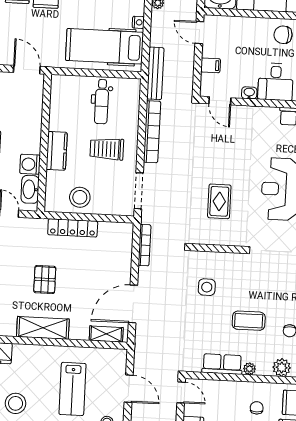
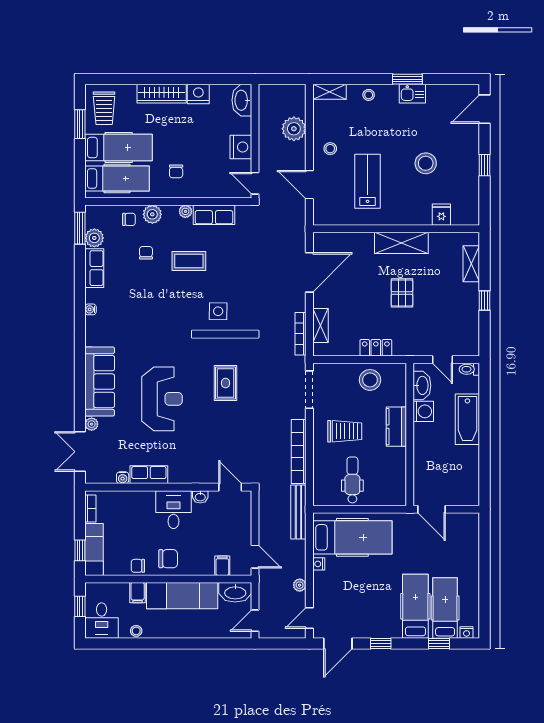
filing cabinet: (211, 65) -> (222, 566), moved, turned 90
locker: (73, 228) -> (376, 348), width x0.66
side table: (207, 287) -> (218, 311), moved
shelving: (106, 334) -> (321, 325), moved, turned 90

